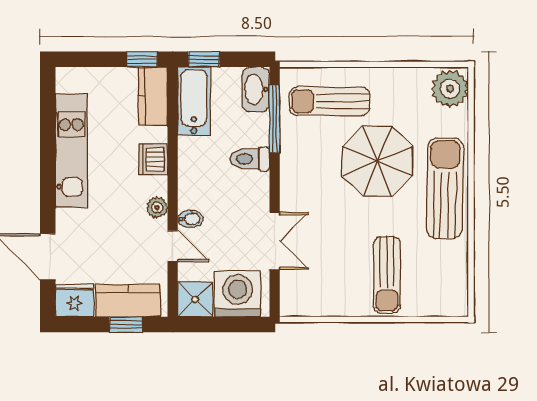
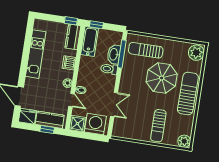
washbasin: (256, 89) -> (114, 54), moved
plant: (454, 302) -> (184, 141), added

